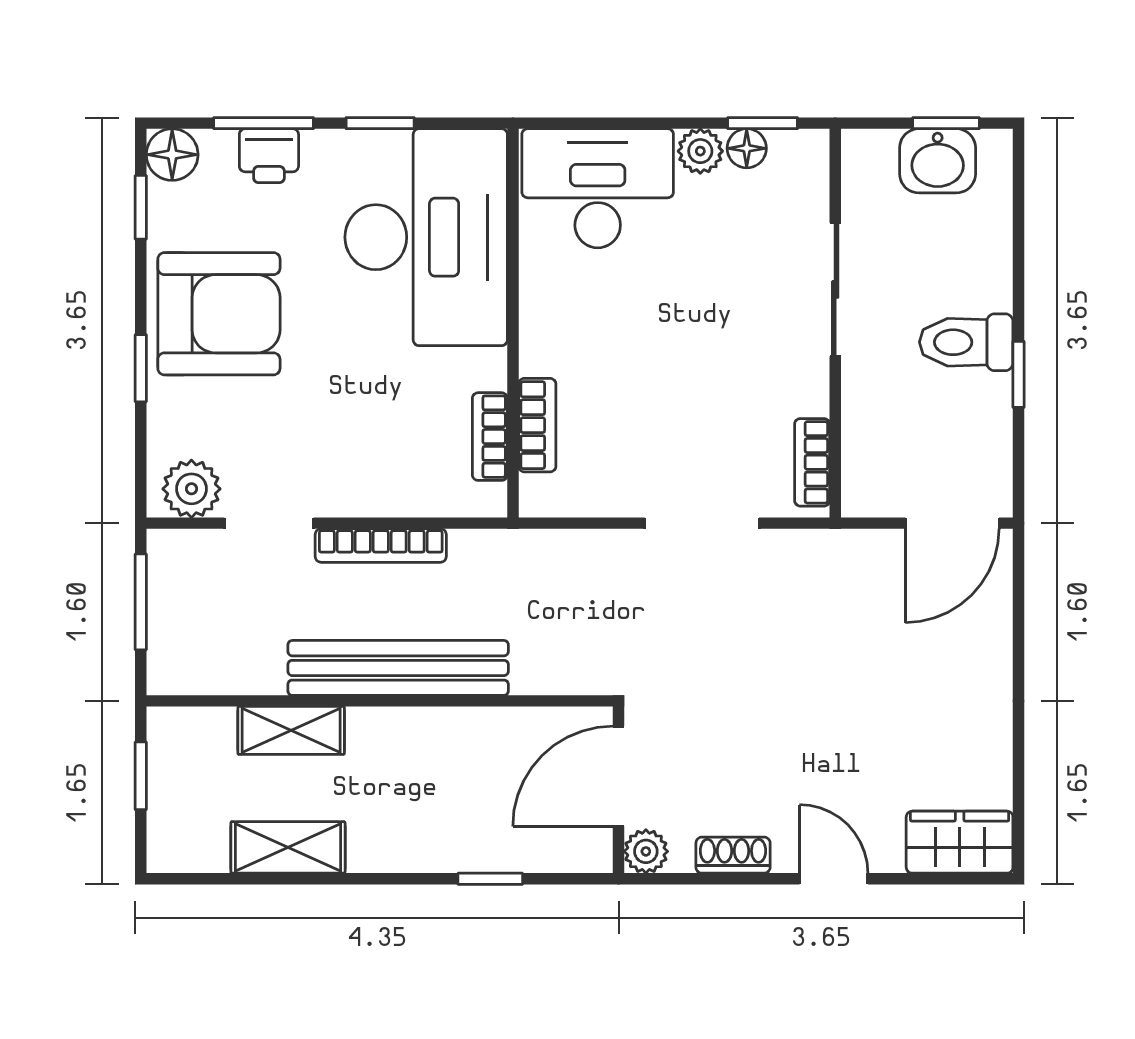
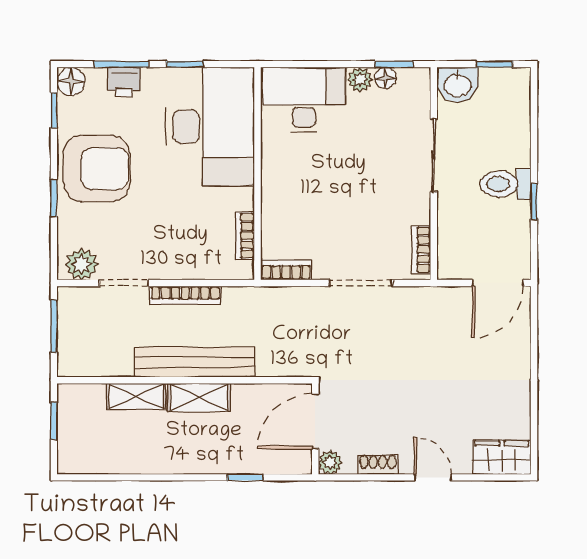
washbasin: (938, 161) -> (458, 85), moved
bookcase: (537, 425) -> (286, 270), moved, turned -90
shelving: (288, 847) -> (199, 397), moved

